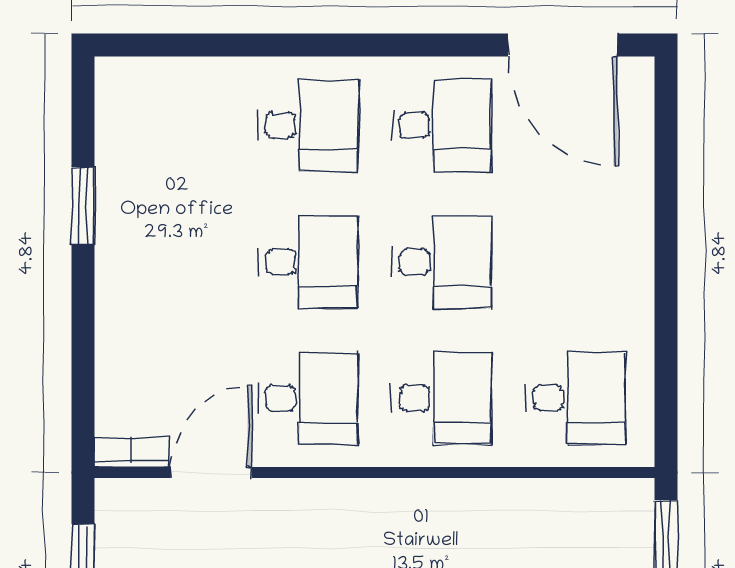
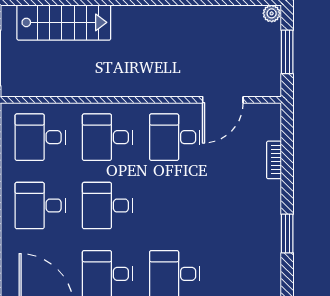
desk: (307, 262) -> (40, 206), moved
bookcase: (132, 452) -> (274, 160), moved, turned 90

